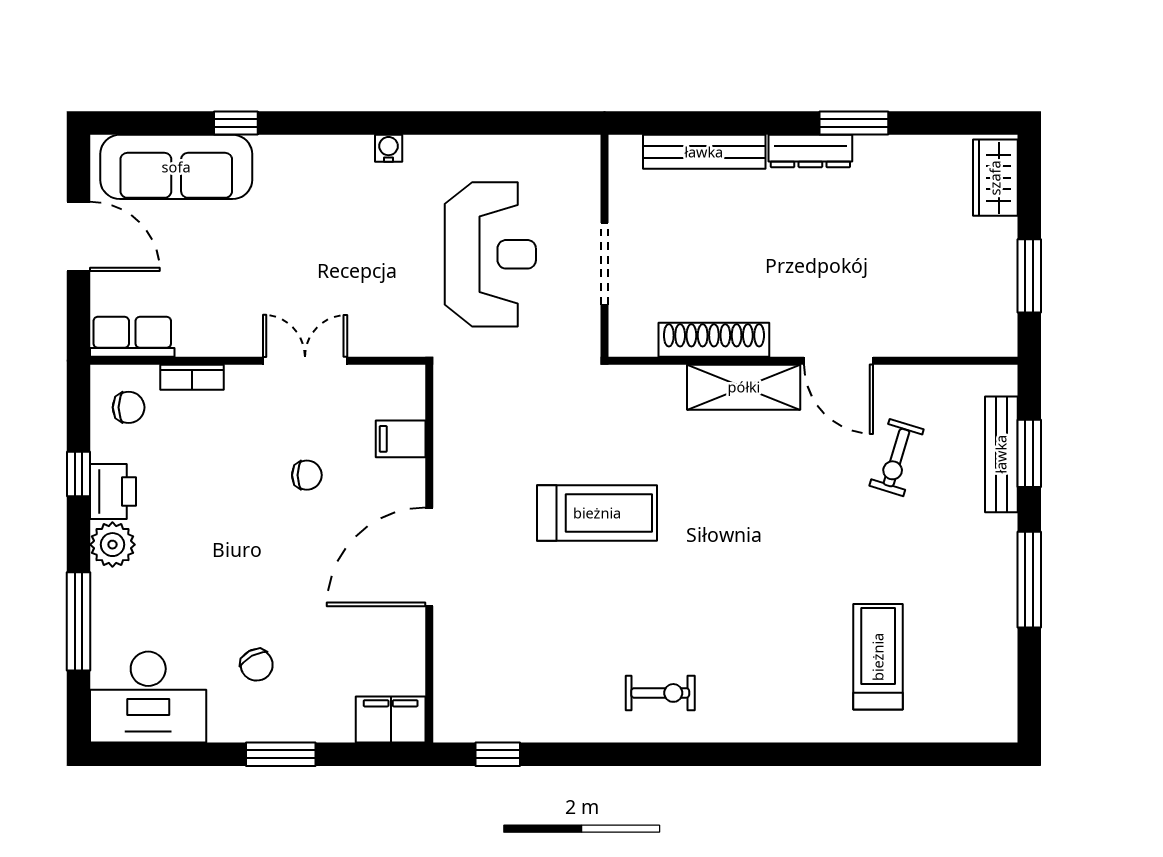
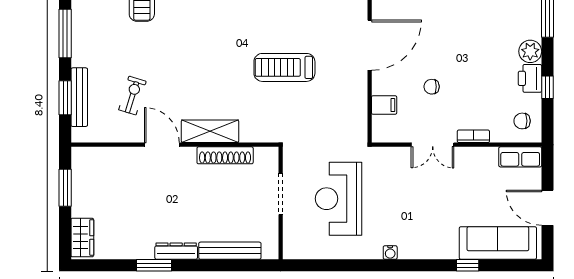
bookcase: (192, 377) -> (473, 136), moved

